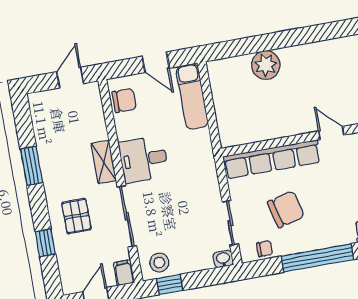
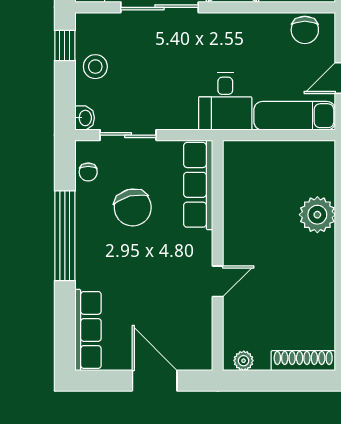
desk: (144, 159) -> (225, 101), moved, turned 180
row of seats: (272, 159) -> (198, 185), width x0.73
stool: (159, 263) -> (95, 67), moved

